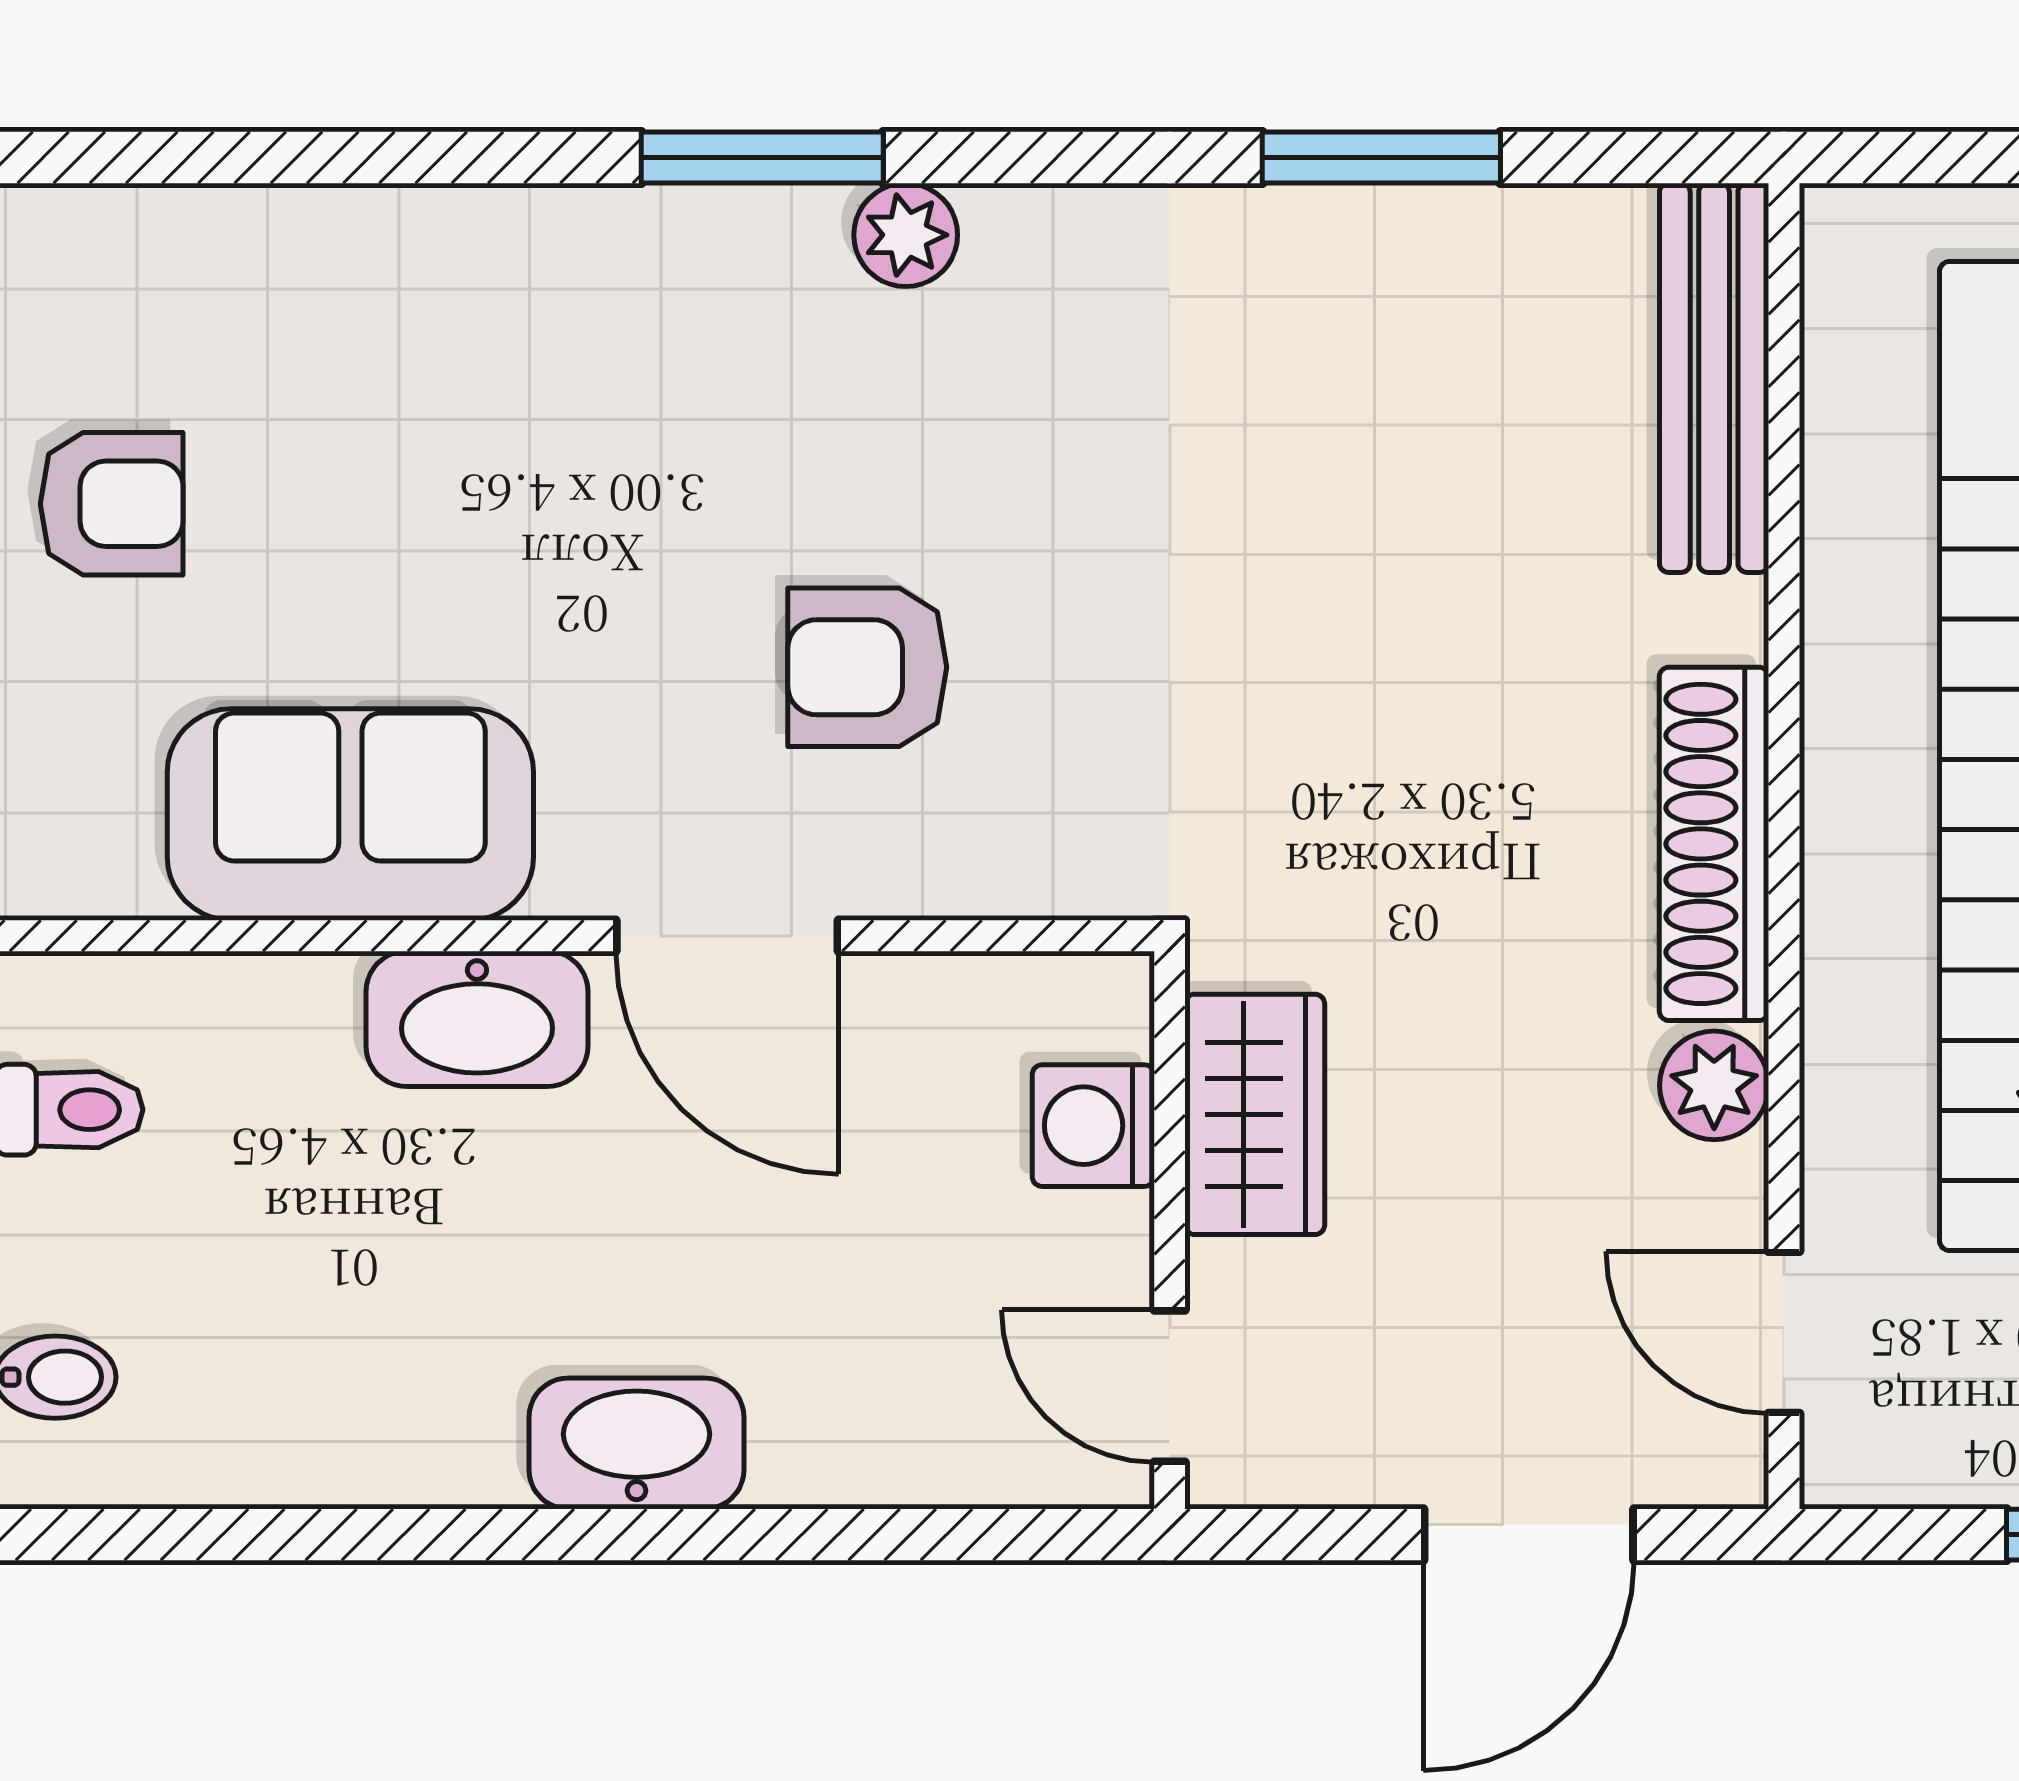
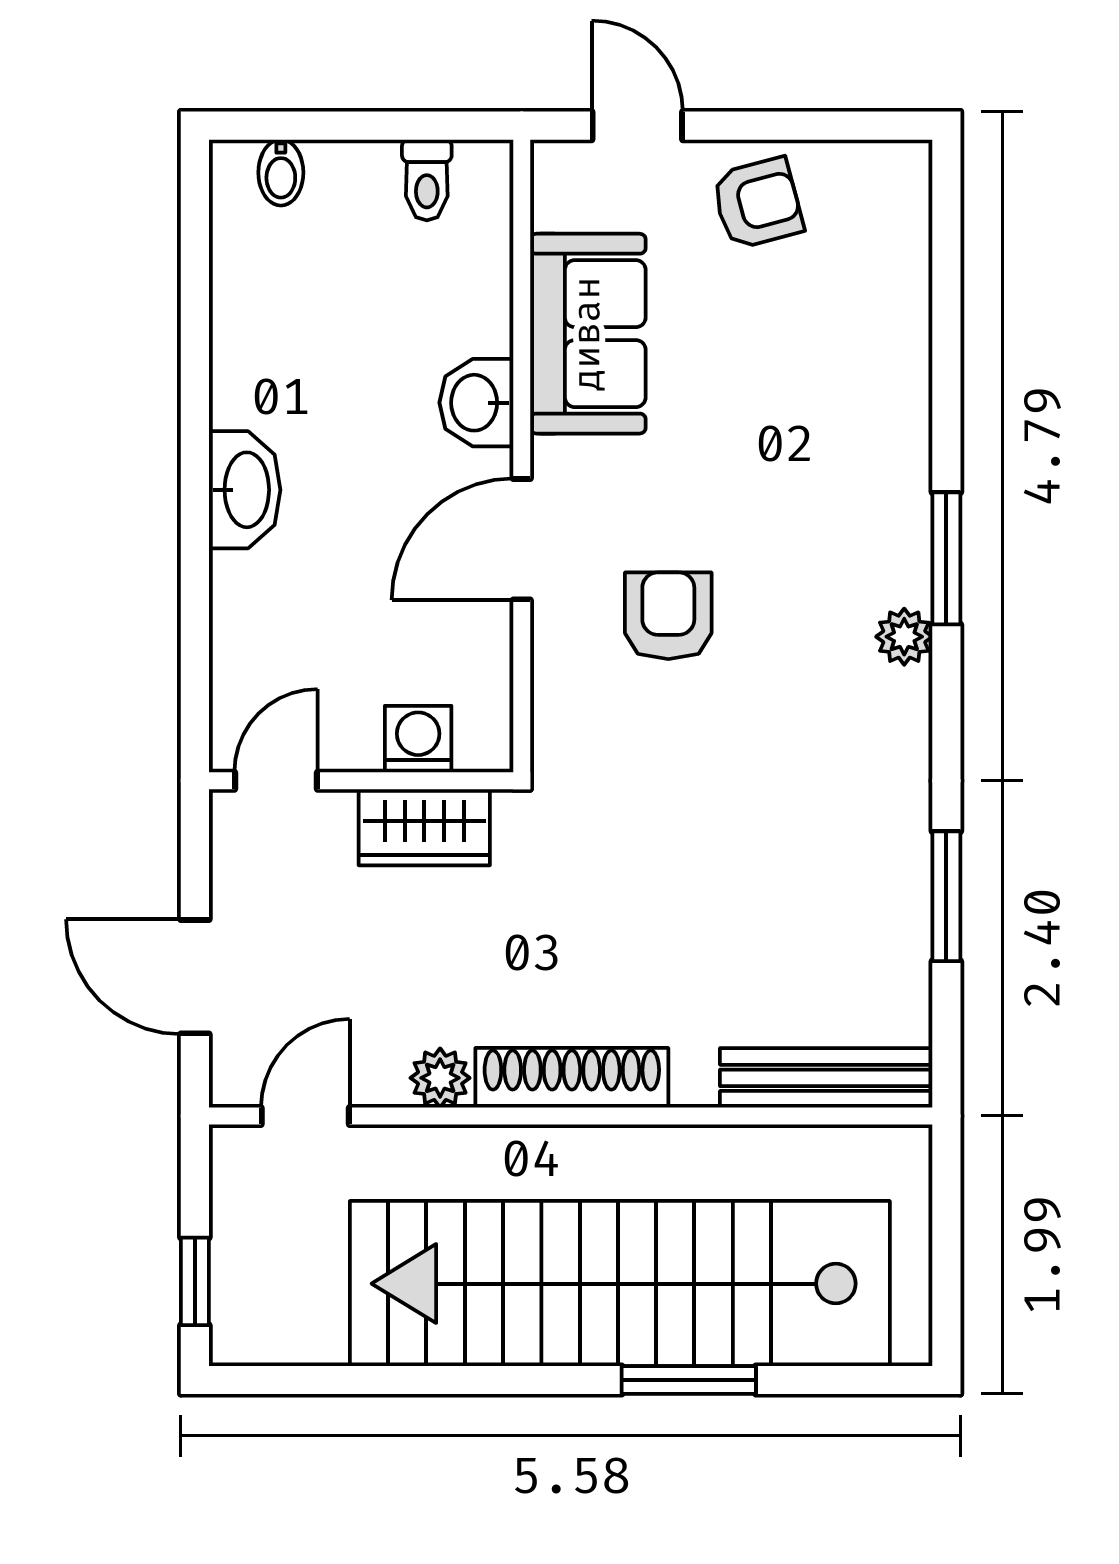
armchair: (112, 504) -> (758, 203), turned -105
washbasin: (477, 1019) -> (476, 403), width x0.72

